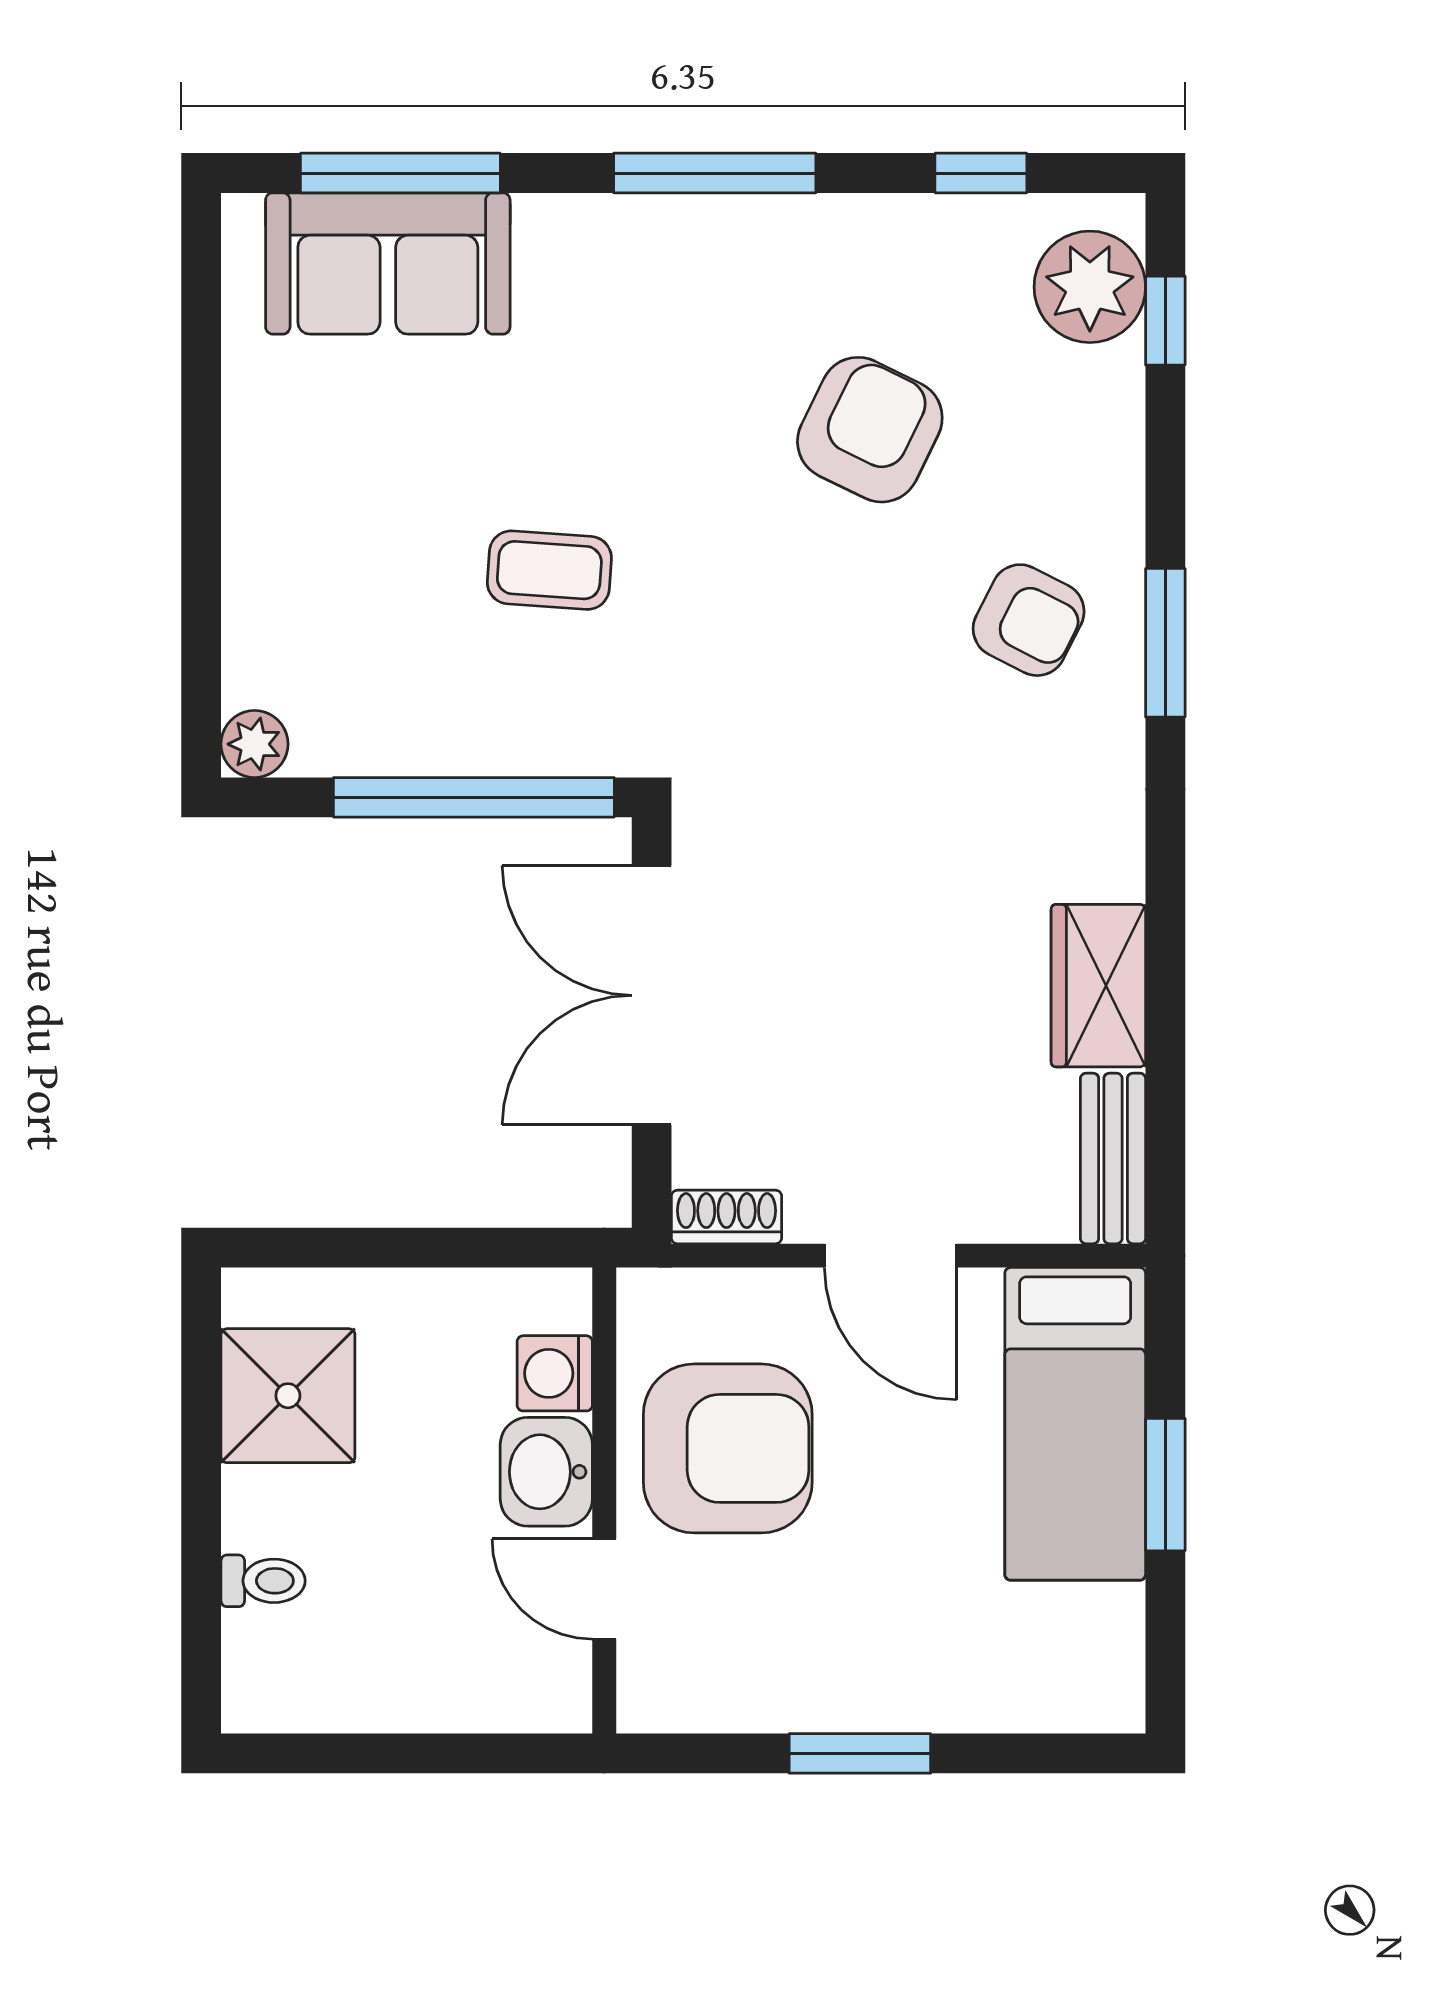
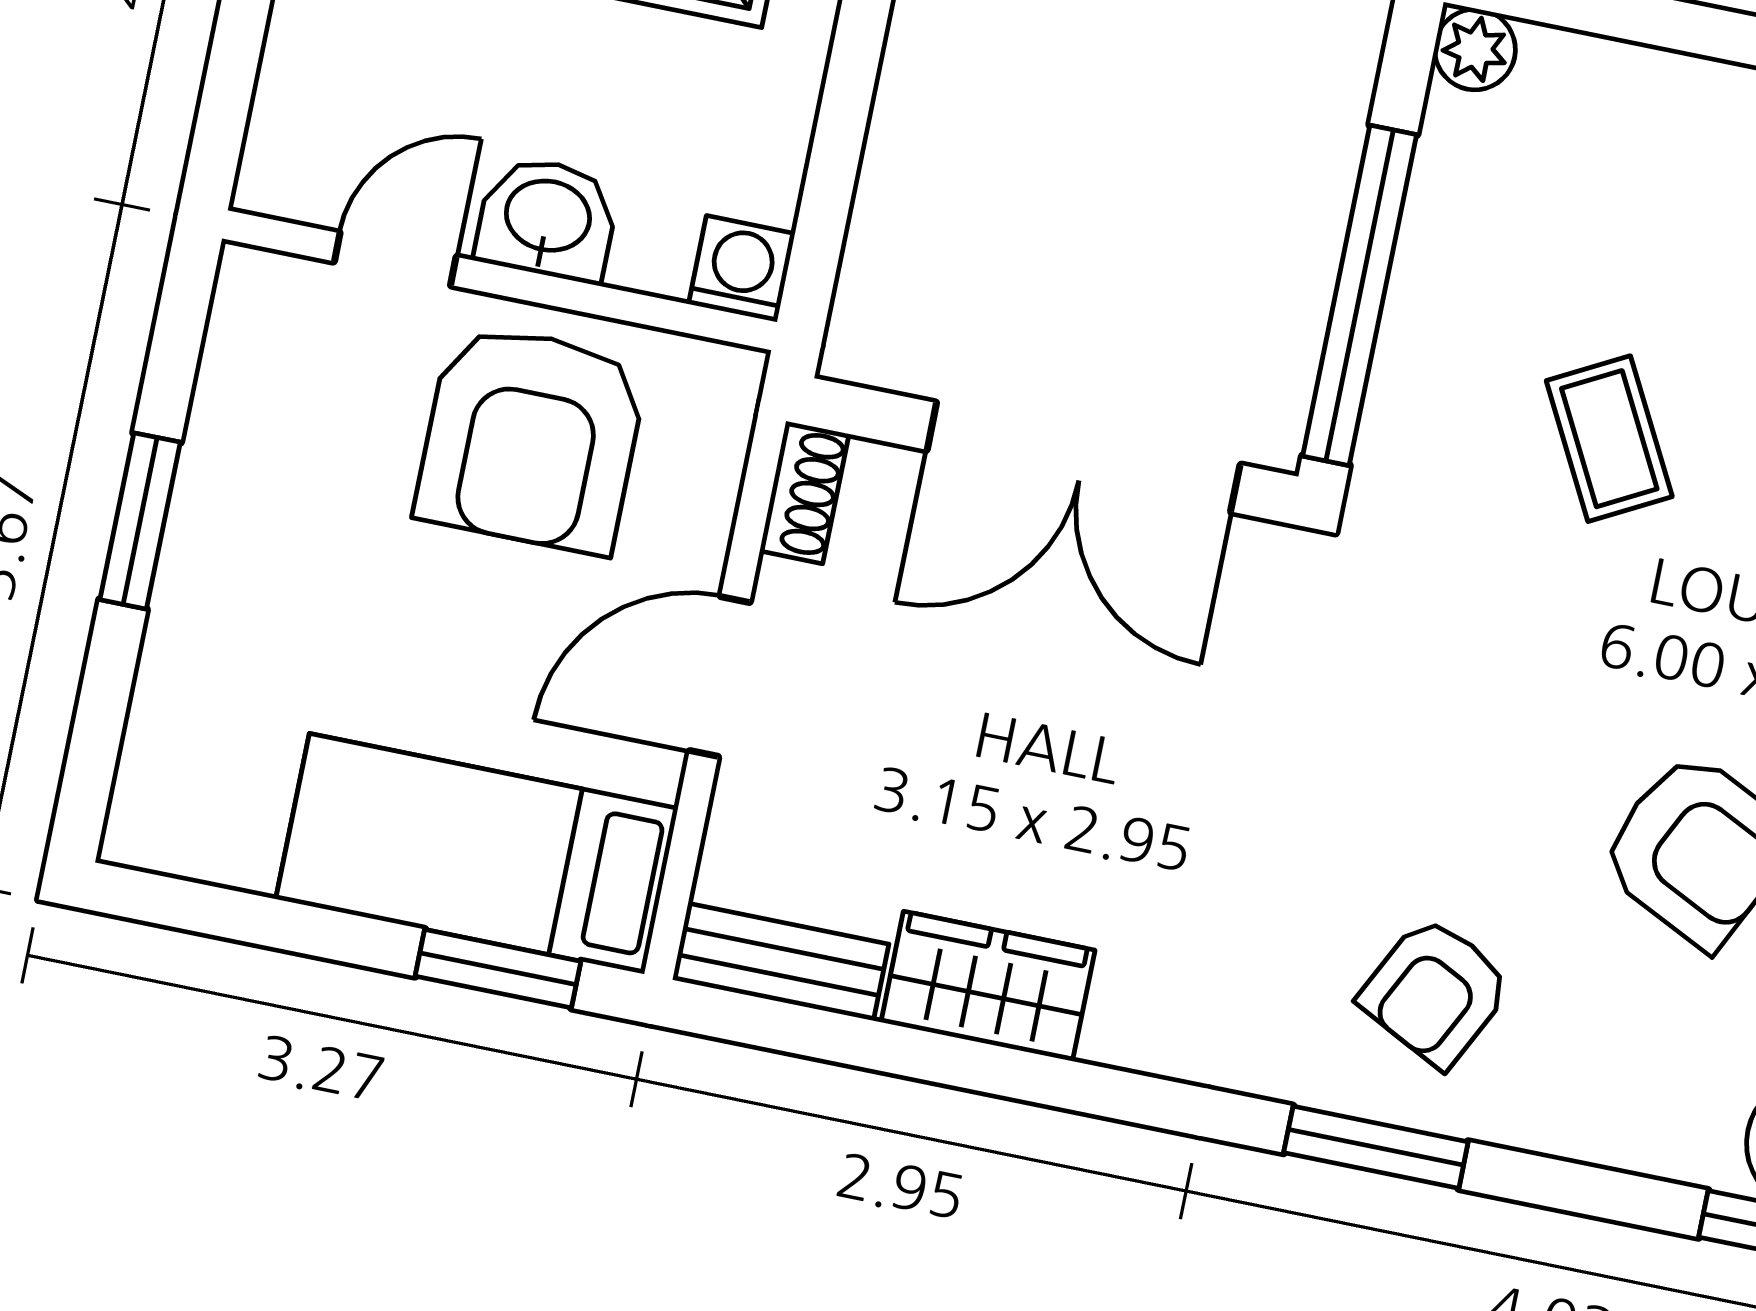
coffee table: (549, 570) -> (1609, 439), turned -32
double door: (652, 995) -> (1084, 457), swing flipped
washing machine: (555, 1373) -> (742, 269), moved
window: (1165, 1485) -> (498, 969), moved

